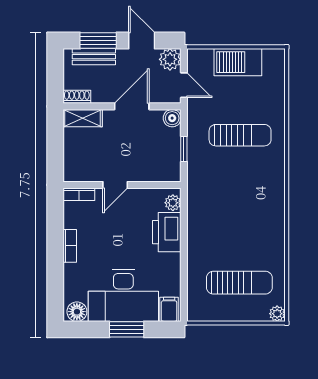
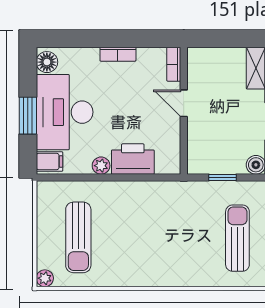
sun lounger: (240, 135) -> (237, 238), turned 180
plant: (173, 203) -> (101, 166), moved

